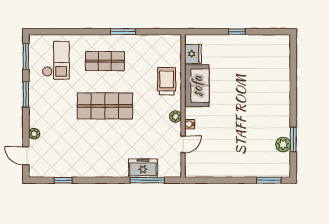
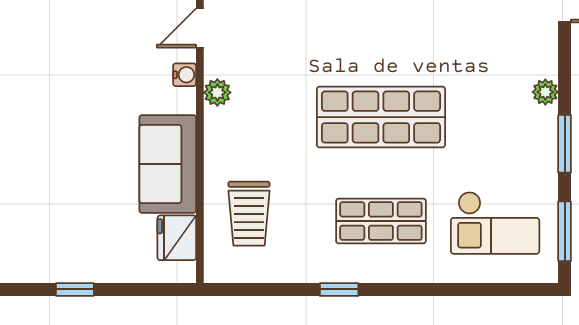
window: (123, 32) -> (339, 289), width x0.67
checkout: (56, 60) -> (495, 223), turned -90
trolley: (167, 81) -> (249, 214), moved
plant: (34, 134) -> (545, 92), moved

